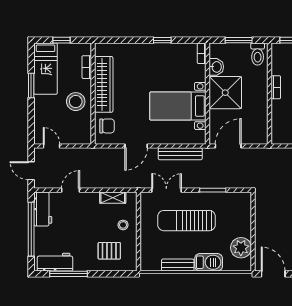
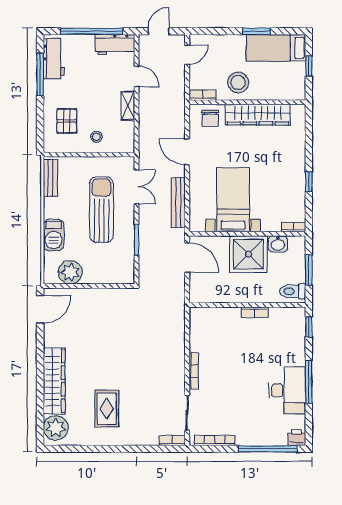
bookcase: (87, 67) -> (203, 95), moved
shelving: (113, 198) -> (128, 106), moved
bench: (178, 265) -> (50, 178), moved

